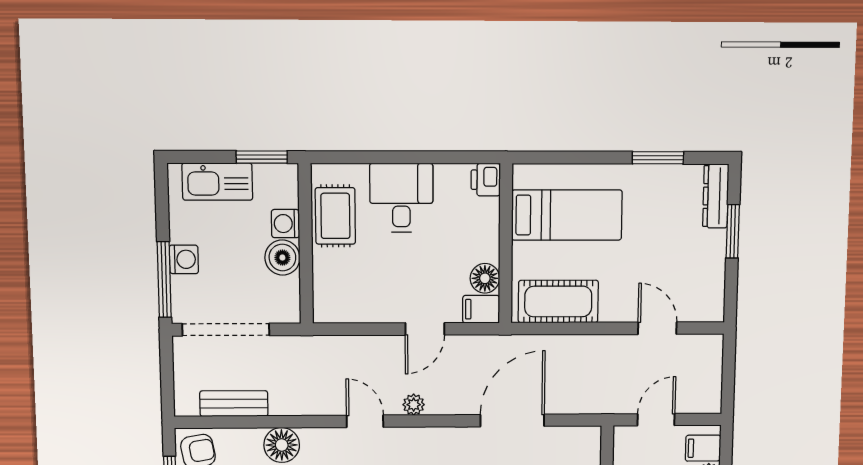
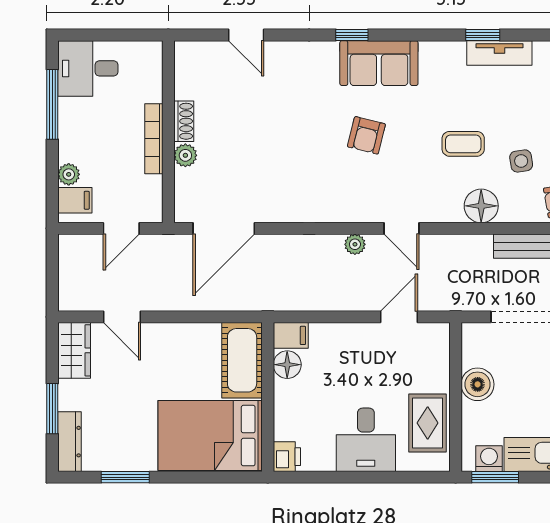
bed: (567, 215) -> (210, 436), width x1.50
washing machine: (285, 224) -> (489, 459), moved, turned -90
wardrobe: (708, 293) -> (74, 350), added
cot: (558, 302) -> (242, 360), moved, turned 90
door: (425, 329) -> (399, 317), moved
door: (512, 420) -> (224, 228), moved

